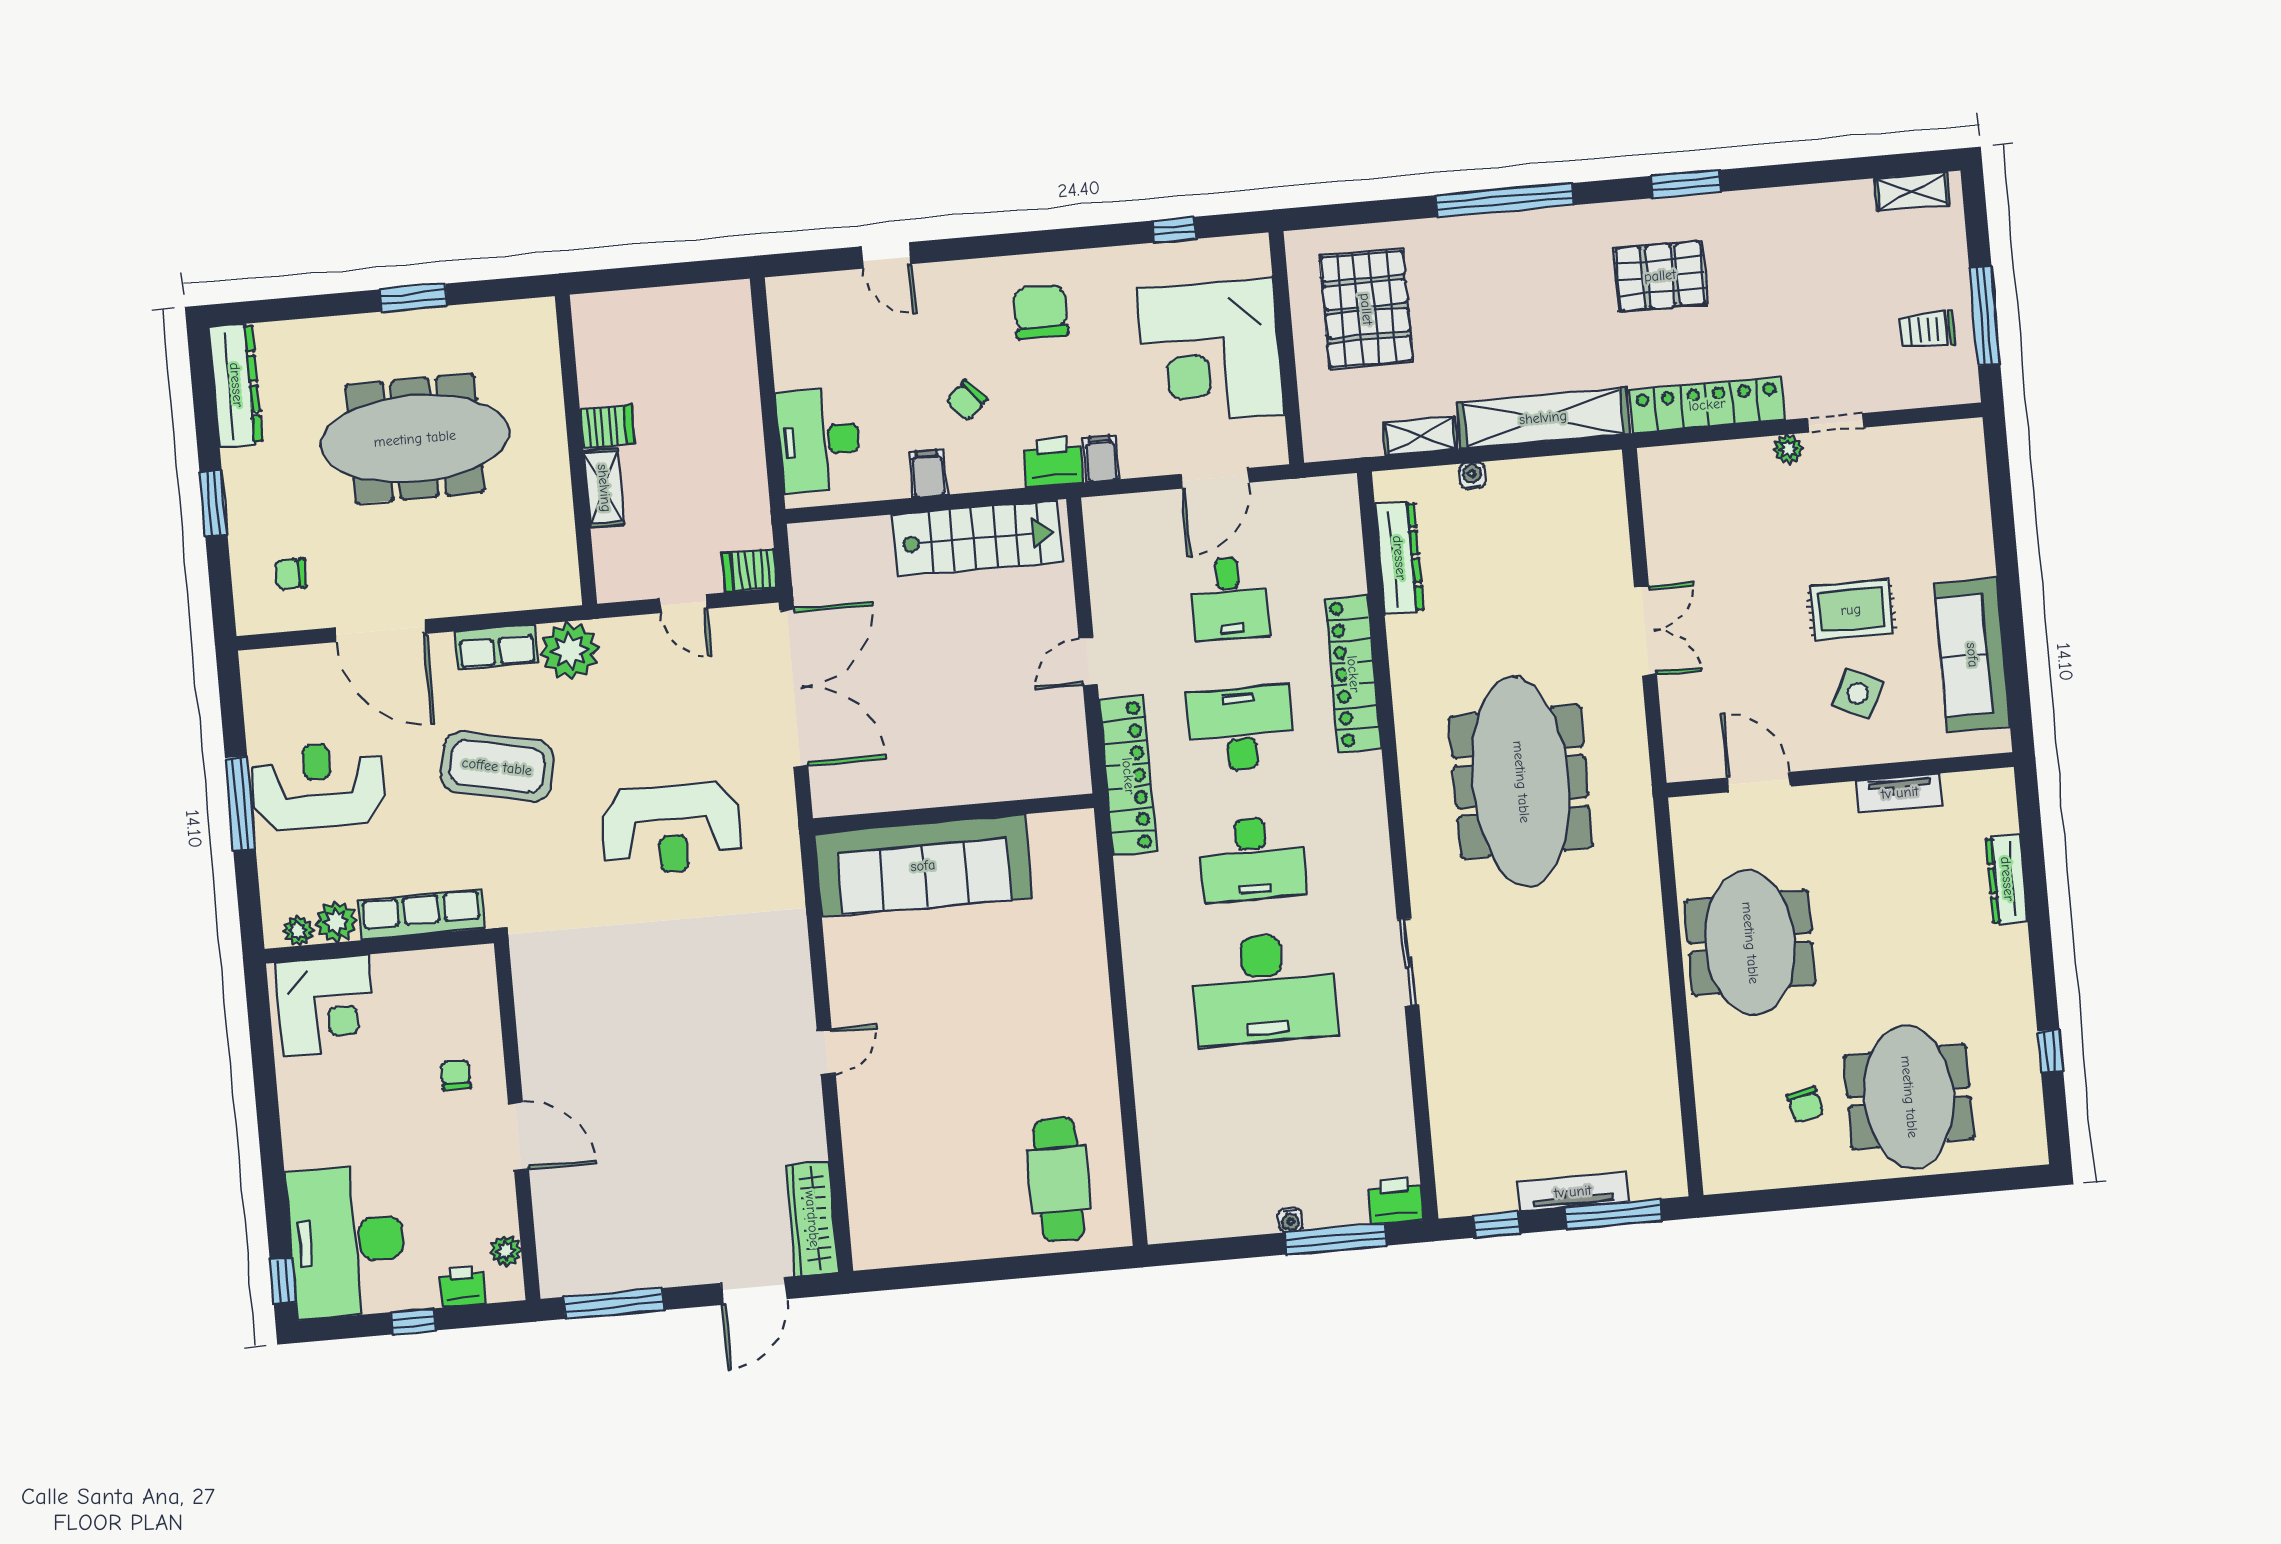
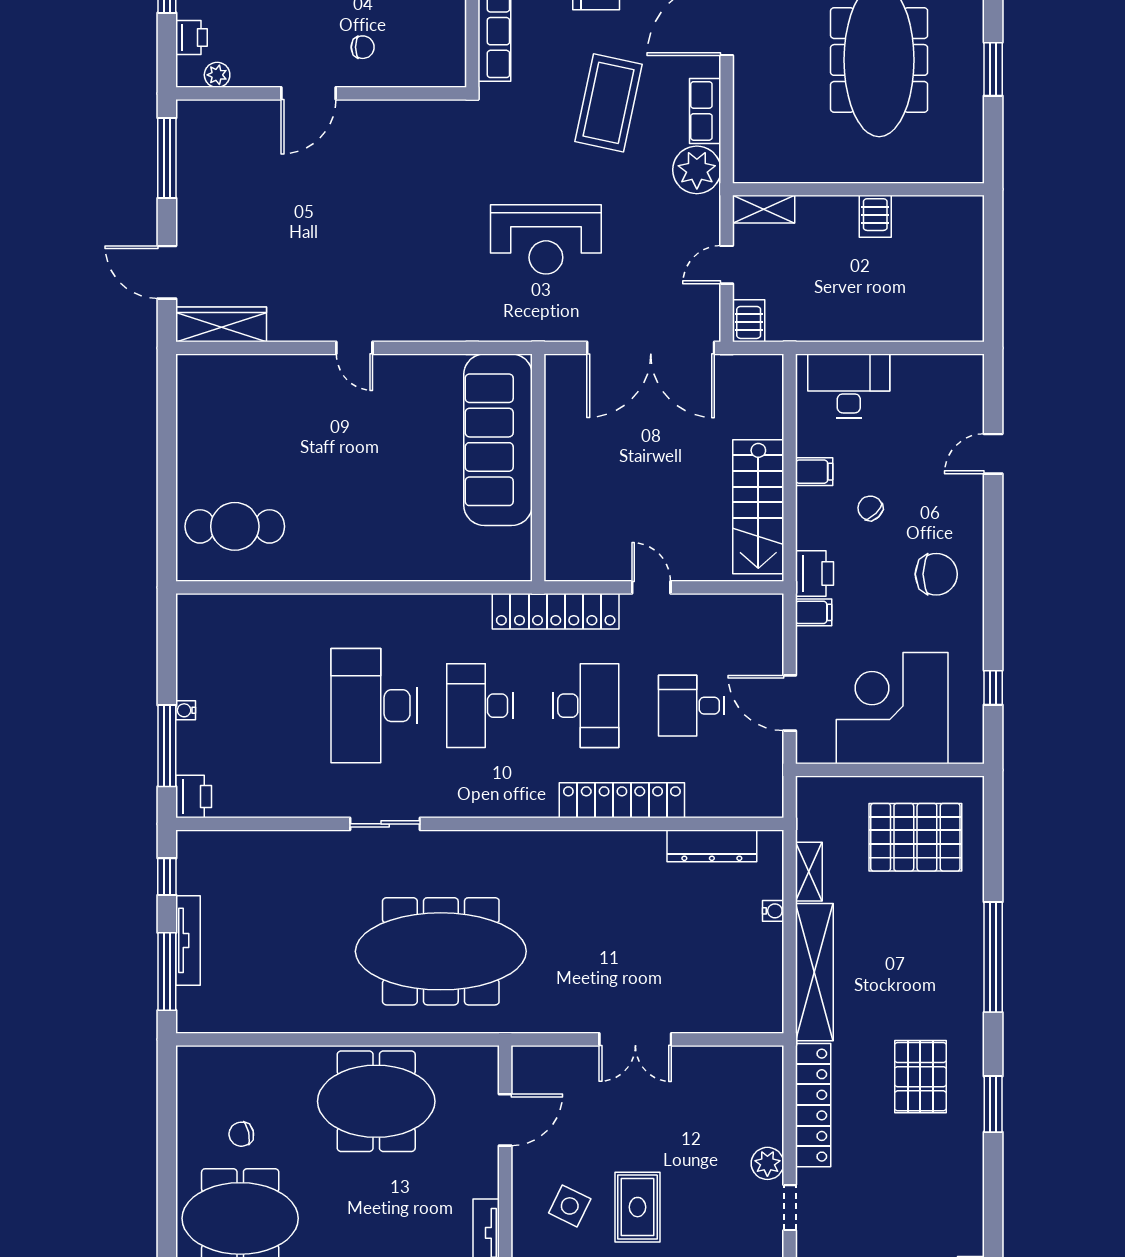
plant: (1788, 449) -> (767, 1163), width x1.38, depth x1.38
shelving: (604, 488) -> (764, 209), moved
meeting table: (1521, 782) -> (441, 951), moved
reception desk: (672, 829) -> (546, 239), turned -90

